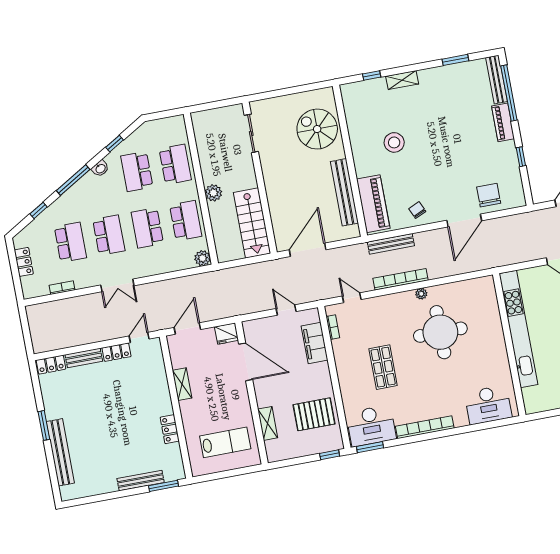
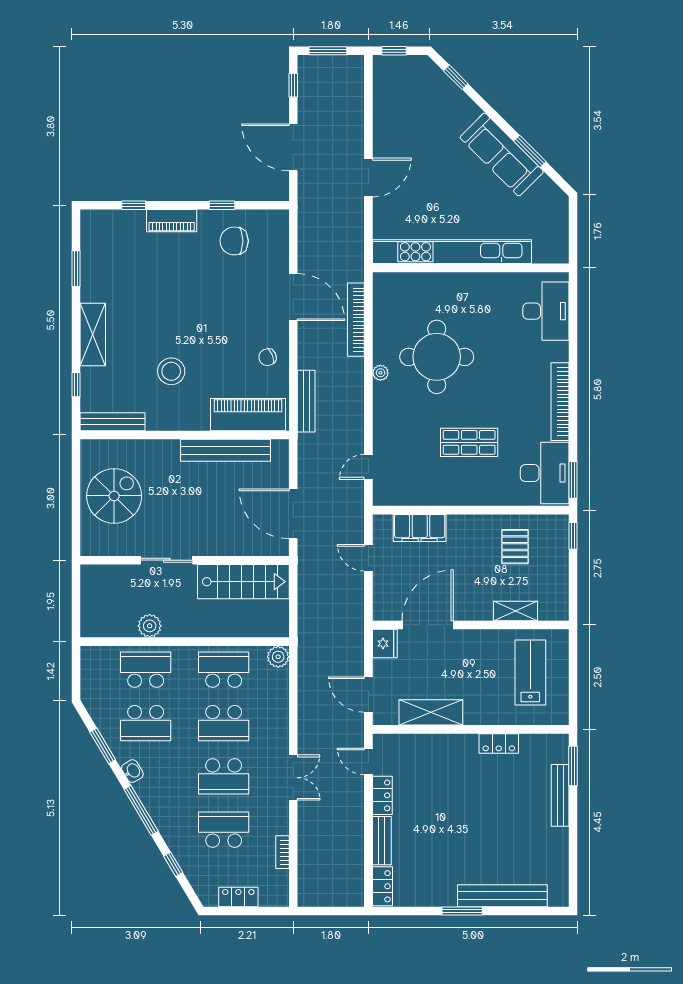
shelving: (402, 80) -> (93, 334), width x1.50, depth x1.33
bench: (496, 80) -> (113, 422), moved
window: (509, 93) -> (134, 205), width x0.32
spiral stairs: (317, 129) -> (114, 496), moved, turned 180
sliding door: (251, 133) -> (167, 560), moved
window: (115, 144) -> (103, 746), width x1.50
plant: (213, 193) -> (150, 626), moved
chair: (489, 195) -> (234, 241), moved
school desk: (109, 235) -> (224, 776), turned 180
bookcase: (400, 279) -> (356, 320), moved
door: (286, 310) -> (368, 558), hinge flipped
bookcase: (333, 327) -> (403, 499), removed
shelving: (182, 384) -> (431, 712), width x1.50, depth x1.33
pallet: (314, 414) -> (515, 547), width x0.67, depth x0.71

